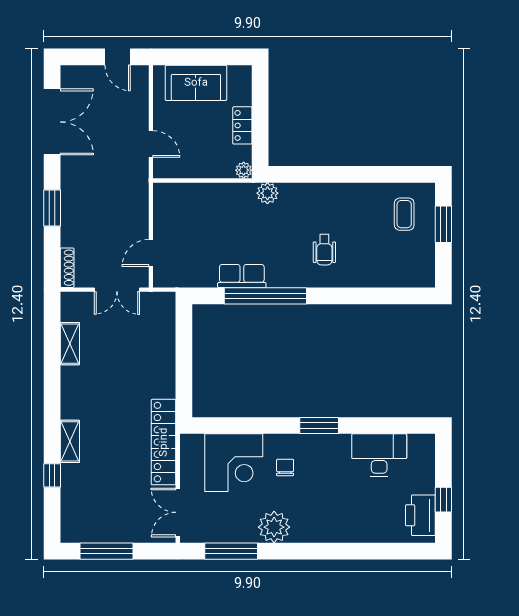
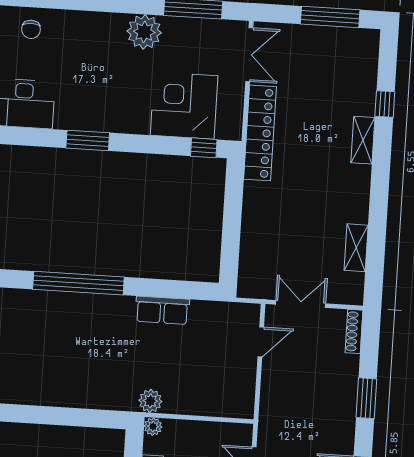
plant: (267, 193) -> (150, 401), moved
wheelchair: (324, 250) -> (70, 333), removed
window: (265, 296) -> (78, 283), moved
window: (214, 425) -> (204, 148), added
chair: (285, 467) -> (31, 29), moved

